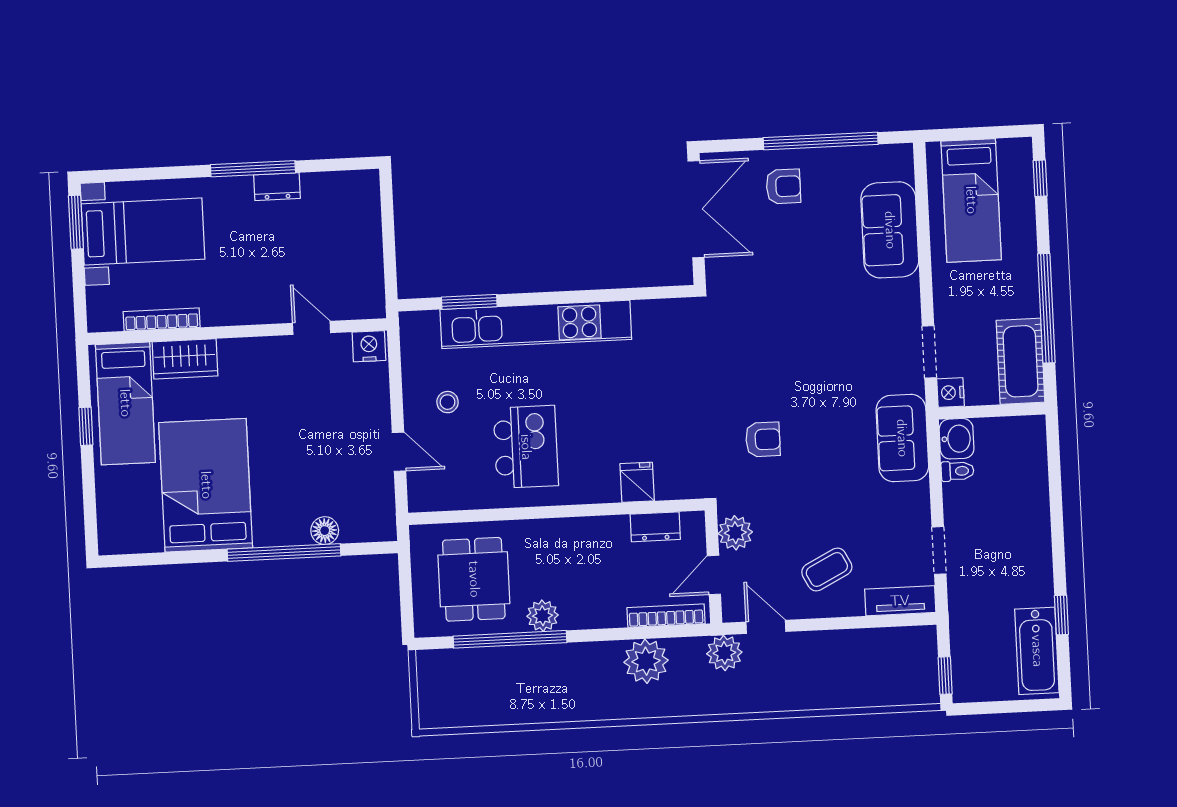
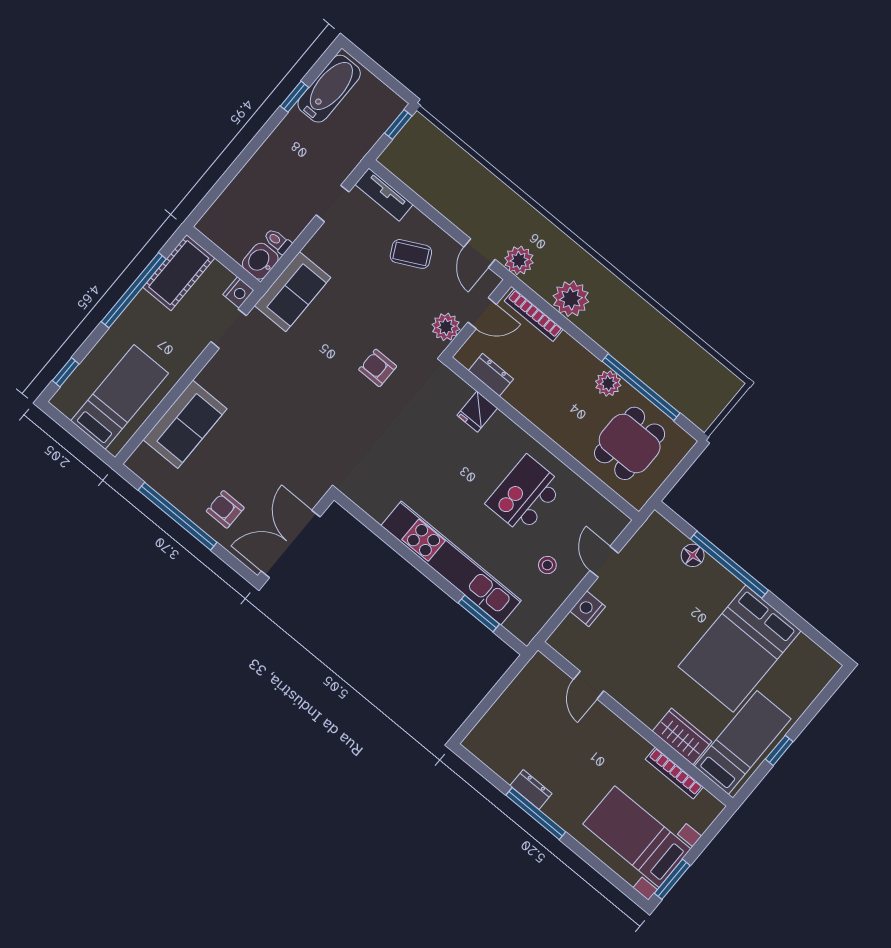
nightstand: (369, 346) -> (588, 609), moved, turned 90

